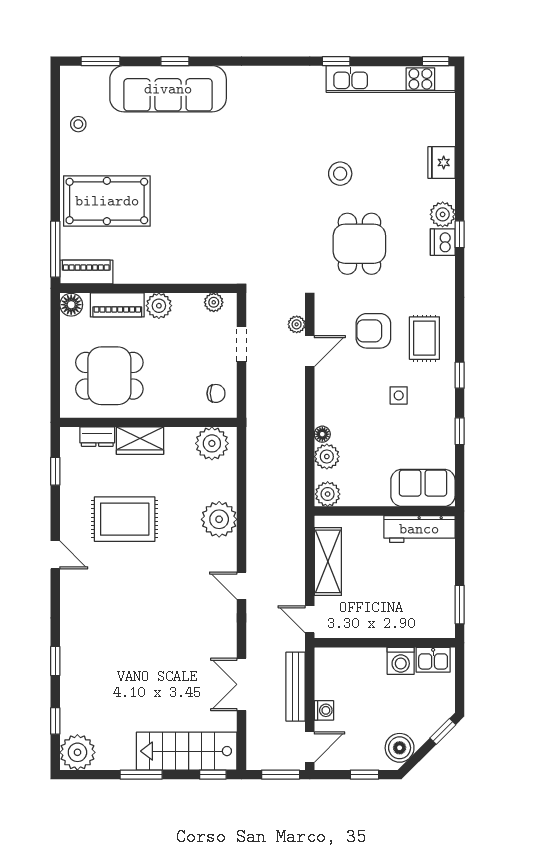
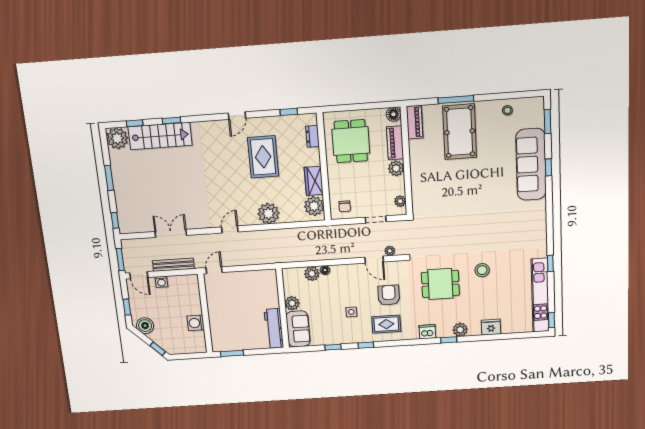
dishwasher: (443, 242) -> (427, 332), moved
window: (55, 249) -> (456, 100), moved
wardrobe: (140, 441) -> (314, 181), moved
plant: (328, 494) -> (292, 303), moved
shelving: (328, 561) -> (250, 278), removed
kitchen sink: (433, 660) -> (198, 341), removed
stairs: (187, 751) -> (160, 136), moved, turned 90

